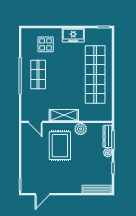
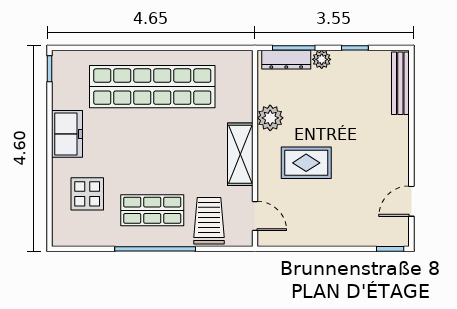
trolley: (33, 101) -> (209, 221), added
door: (35, 122) -> (255, 216), hinge flipped
rug: (60, 146) -> (306, 163), width x0.73, depth x0.70
door: (42, 194) -> (411, 201), swing flipped

